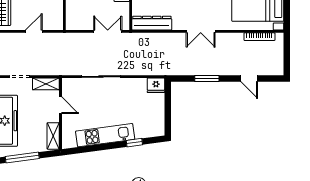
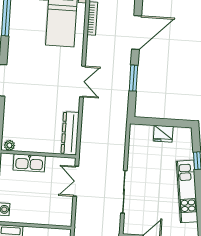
door: (249, 78) -> (137, 33), width x1.88
fridge: (156, 85) -> (163, 134), moved, turned 90

